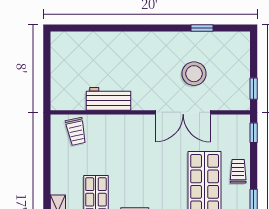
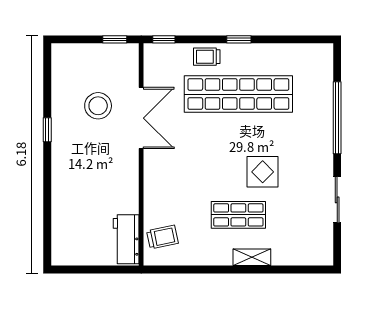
window: (202, 28) -> (47, 130), moved
workbench: (108, 99) -> (126, 239), moved

